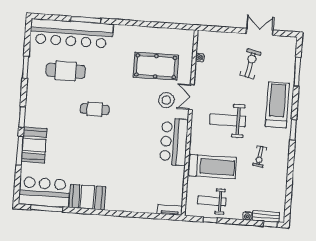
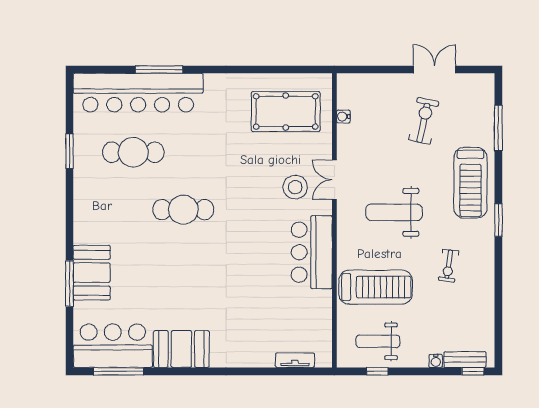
pool table: (156, 66) -> (286, 112), moved
treadmill: (277, 105) -> (470, 183), turned 180
cafe table: (95, 109) -> (183, 210), width x1.37, depth x1.35
window: (22, 117) -> (70, 230), removed
tv unit: (170, 210) -> (295, 360), moved

